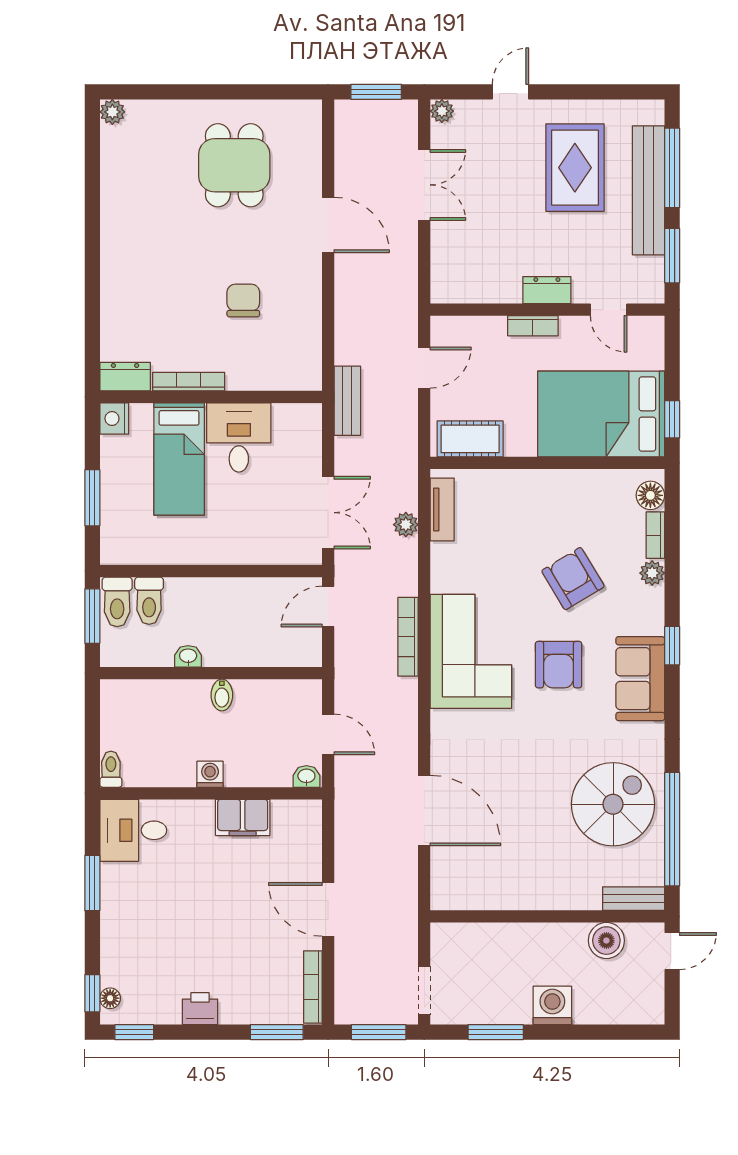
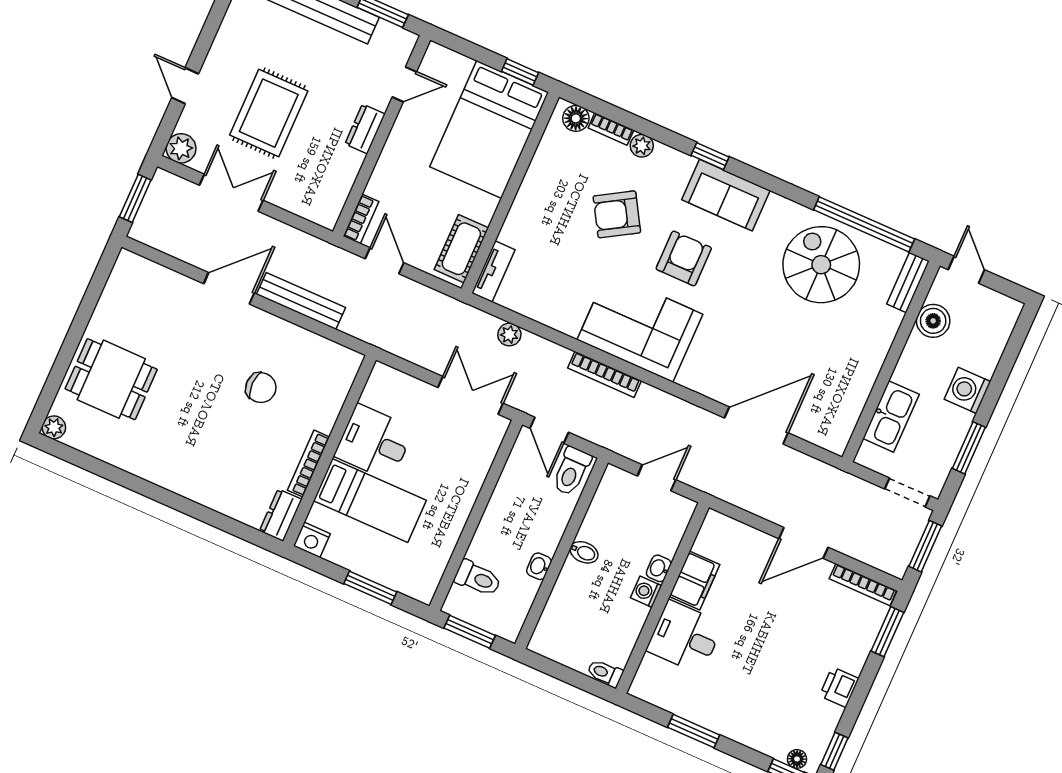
plant: (442, 111) -> (181, 148), width x1.38, depth x1.38
dining table: (234, 165) -> (111, 379), moved
rug: (575, 168) -> (269, 113), moved, turned 90
chair: (243, 301) -> (261, 388), turned 180
bookcase: (533, 326) -> (361, 219), moved
bench: (347, 401) -> (301, 301), moved, width x1.36
tv unit: (442, 509) -> (493, 271), moved, turned 90
toilet: (117, 602) -> (571, 471), moved, turned 90
armchair: (559, 665) -> (684, 258), turned -90
washbasin: (306, 776) -> (659, 568), moved
desk: (133, 830) -> (685, 637), moved, turned 90
kitchen sink: (493, 941) -> (891, 416), added

